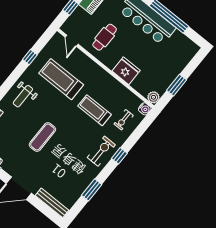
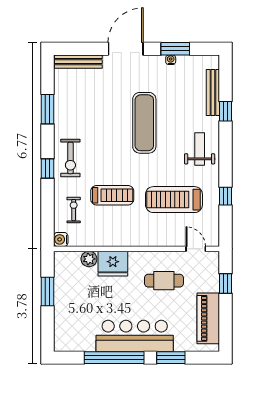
cafe table: (105, 37) -> (164, 281), turned 90
treadmill: (61, 79) -> (174, 200), turned 180
plant: (153, 97) -> (89, 259), moved
exercise mat: (42, 137) -> (144, 123), width x1.36, depth x1.45

